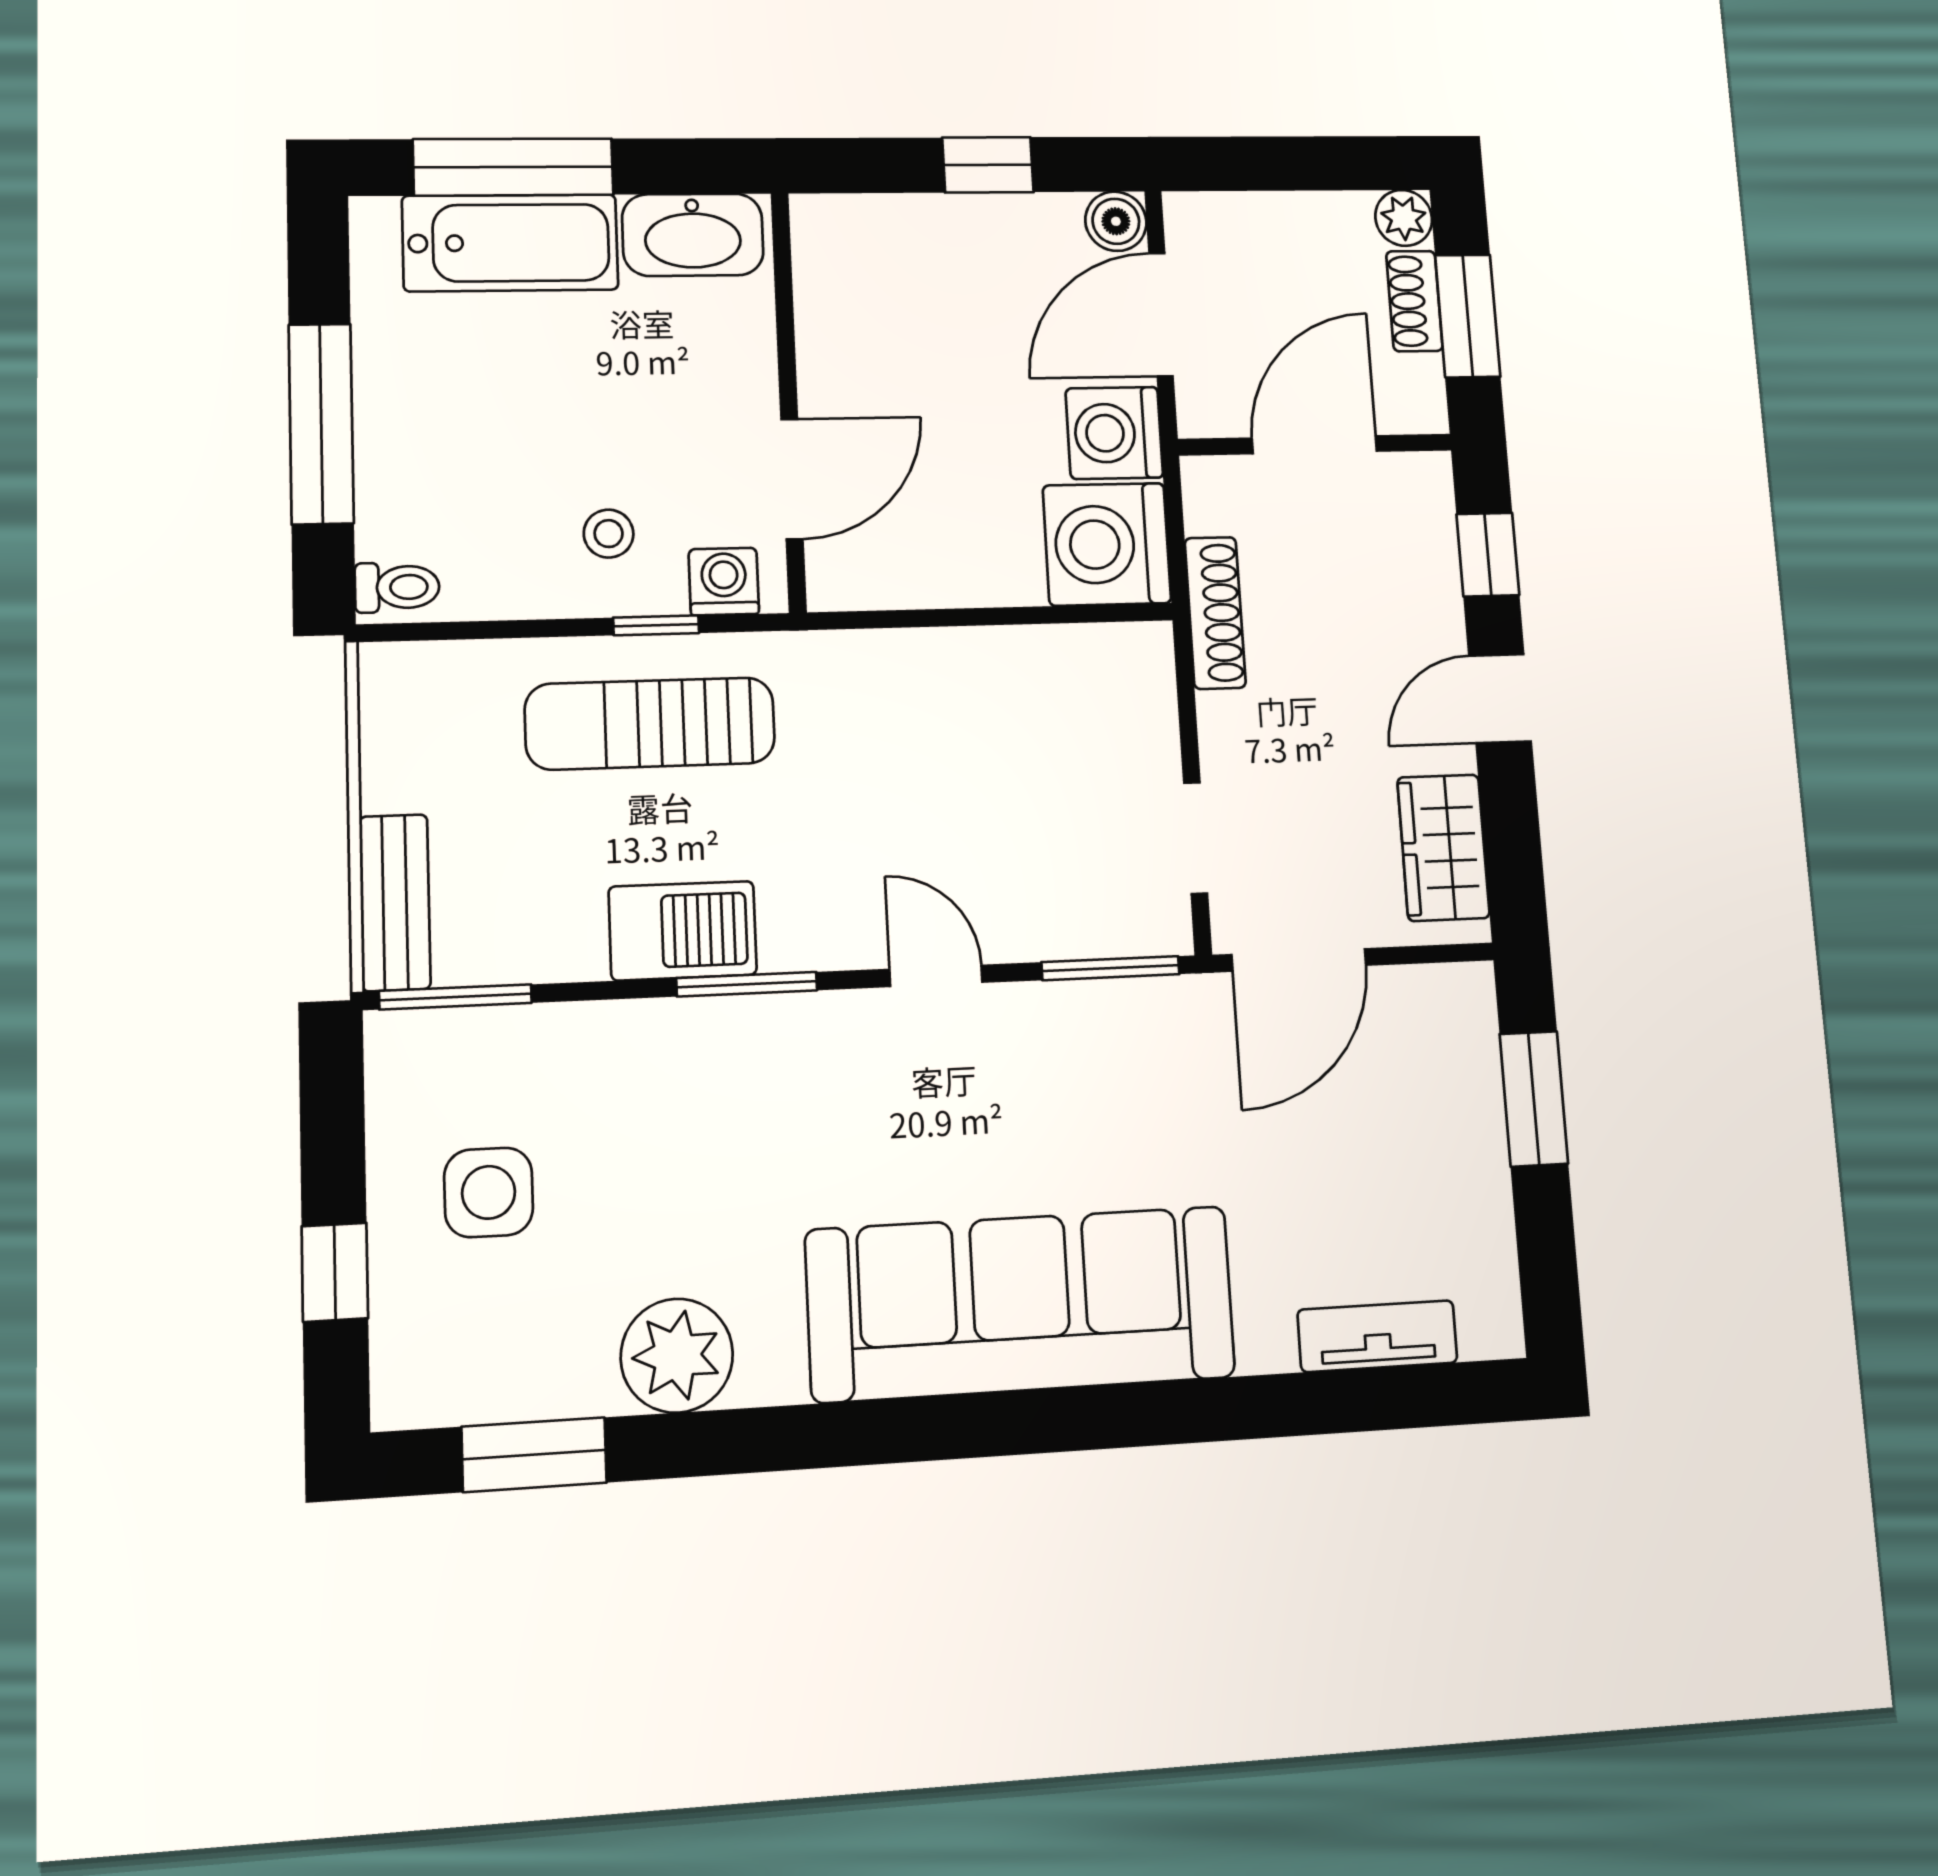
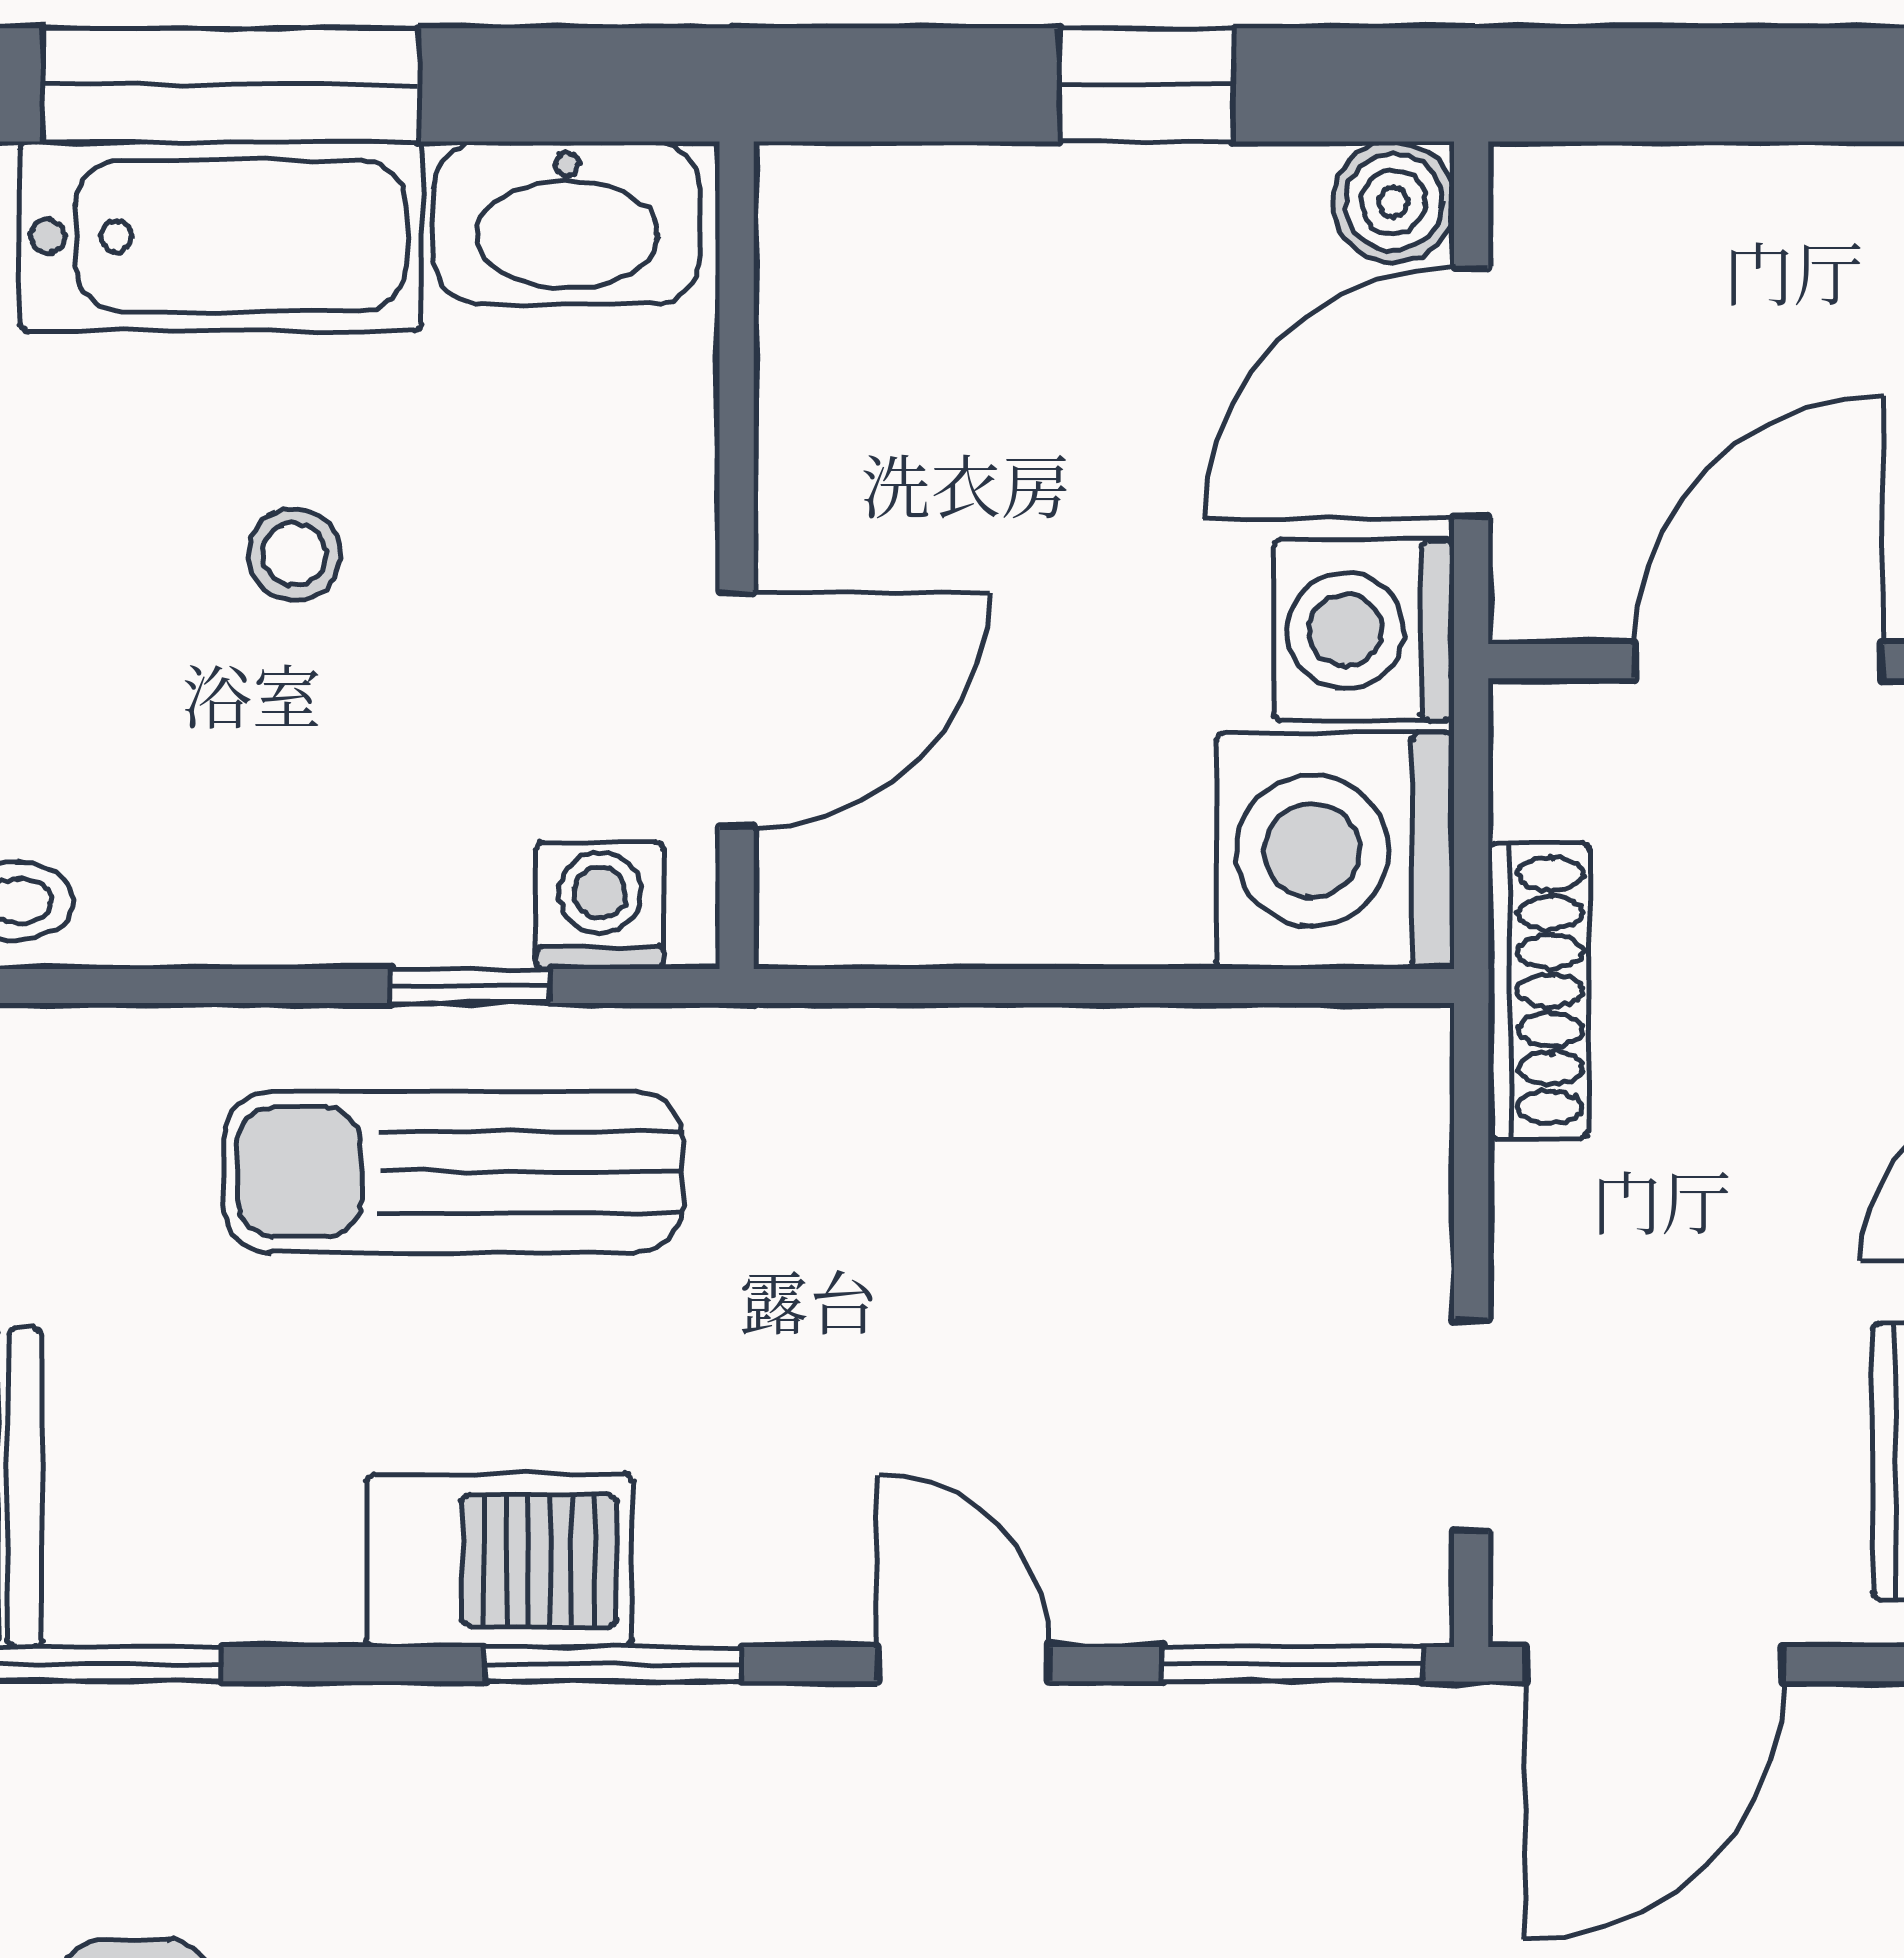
stool: (609, 534) -> (294, 554), moved

